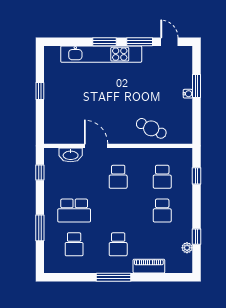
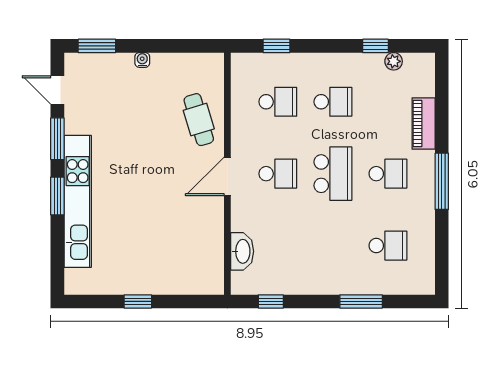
door: (169, 42) -> (57, 90), hinge flipped
window: (196, 86) -> (97, 46), moved
cafe table: (151, 128) -> (199, 120), turned -43
door: (96, 146) -> (227, 176), moved
school desk: (74, 211) -> (333, 174), moved

